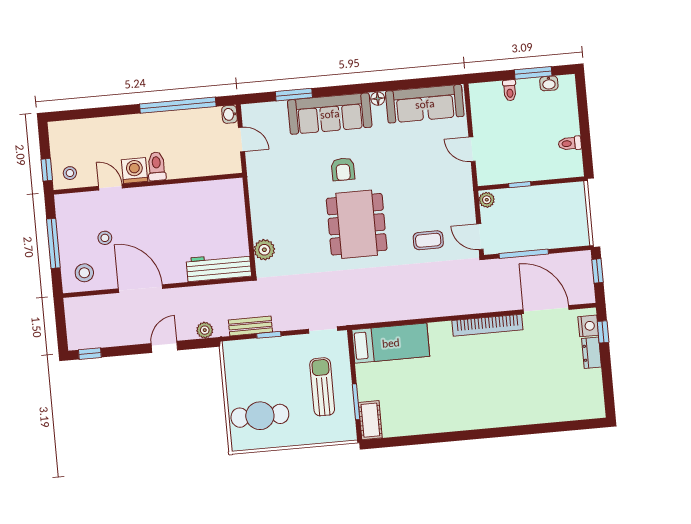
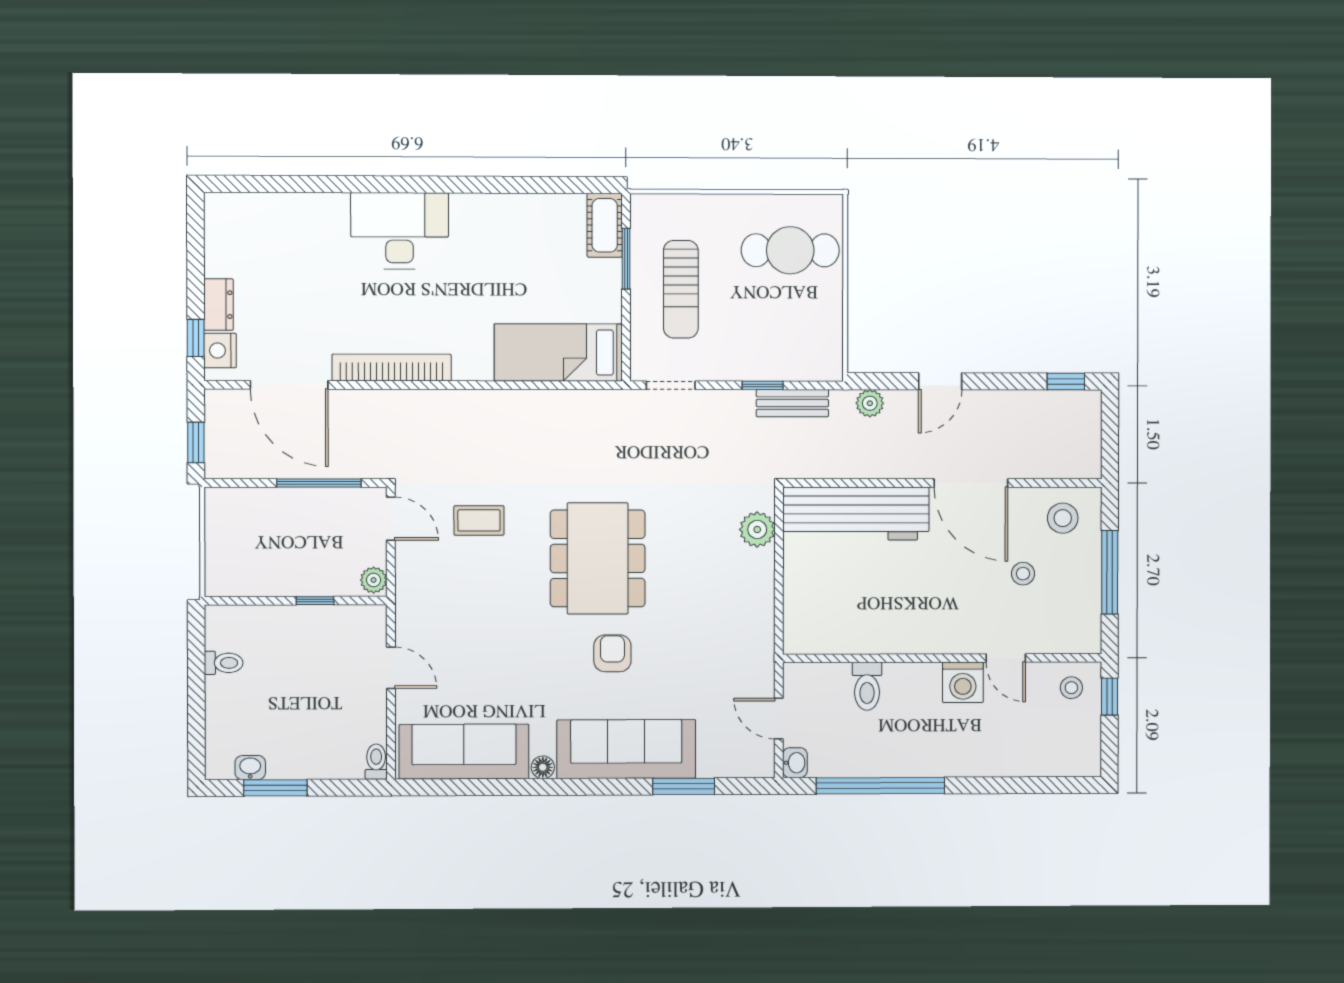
toilet: (510, 90) -> (376, 762), moved
toilet: (157, 166) -> (867, 686), moved
workbench: (219, 267) -> (856, 514), width x1.36, depth x1.32
desk: (490, 406) -> (400, 231), added

